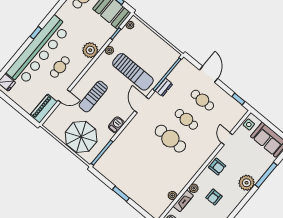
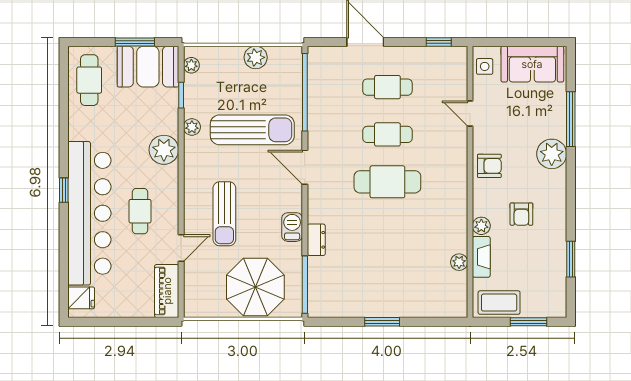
plant: (159, 44) -> (256, 57), added
dresser: (164, 87) -> (316, 240), moved

